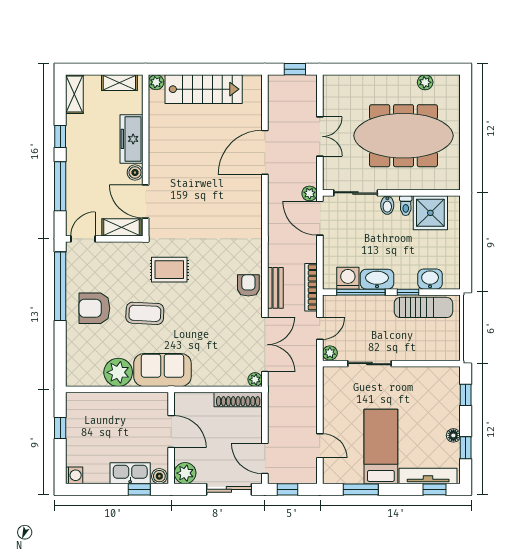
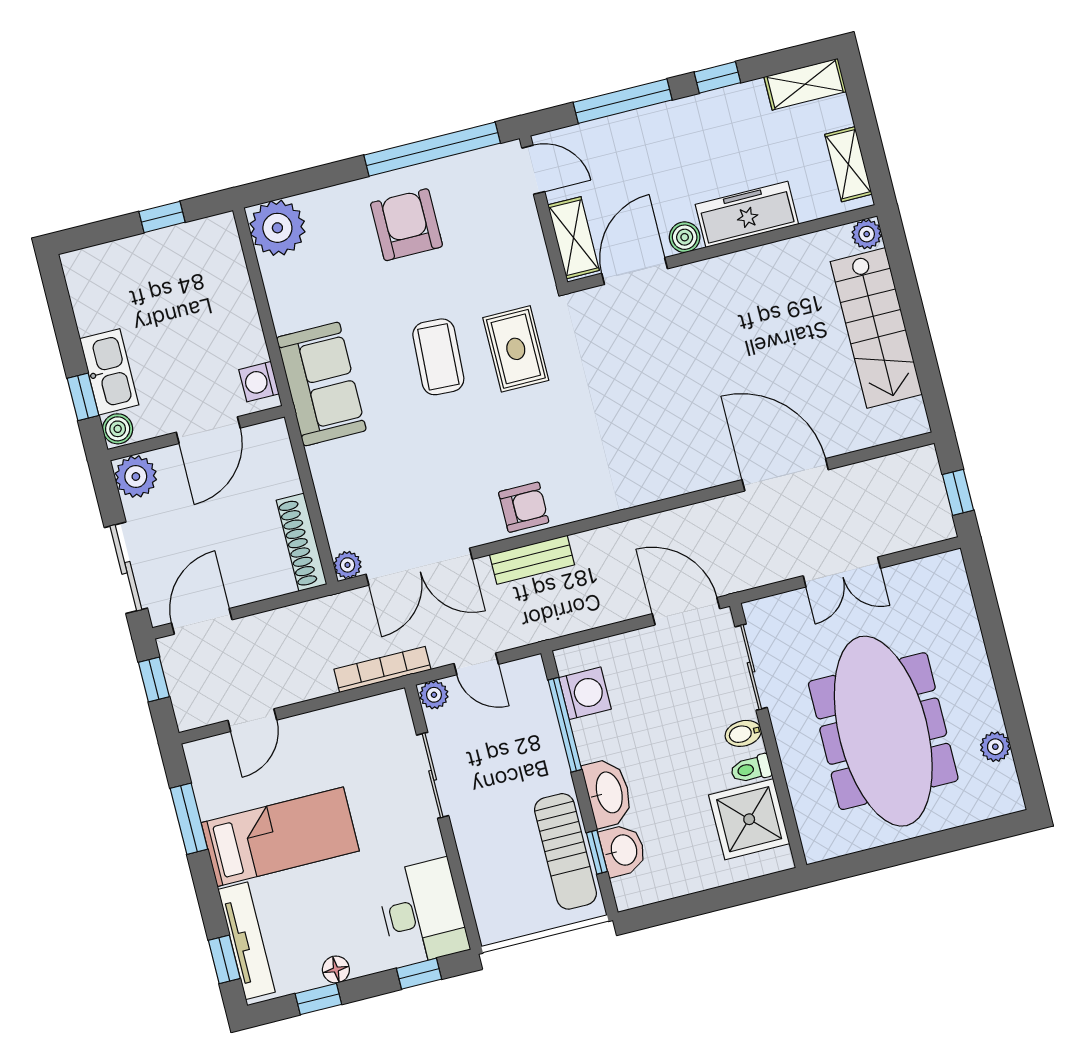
plant: (310, 193) -> (728, 580), removed
door: (320, 218) -> (686, 611), hinge flipped
washbasin: (377, 279) -> (608, 793), moved
bookcase: (311, 287) -> (382, 669), moved
window: (408, 292) -> (597, 852), moved
coffee table: (145, 313) -> (438, 357), moved
plant: (118, 372) -> (277, 228), moved
desk: (436, 386) -> (422, 912), added
washing machine: (74, 475) -> (259, 382), moved, turned 90

